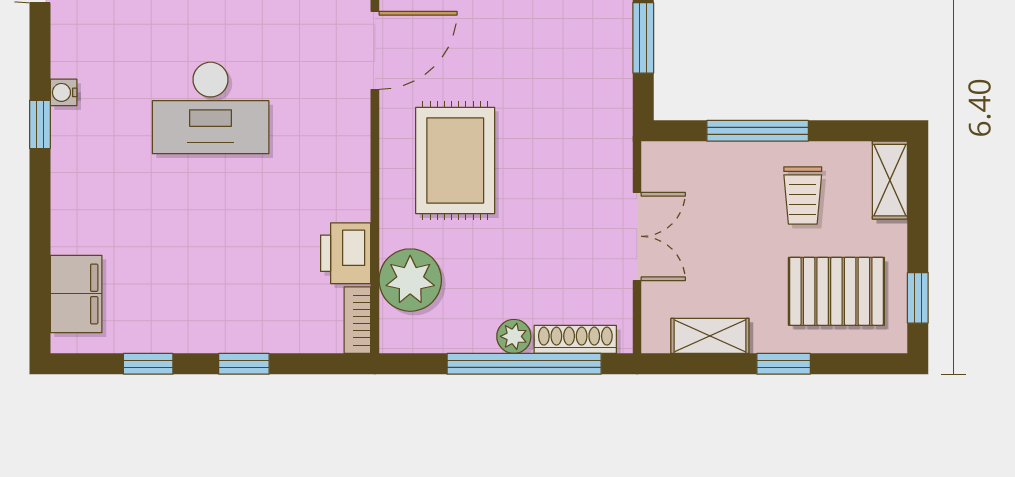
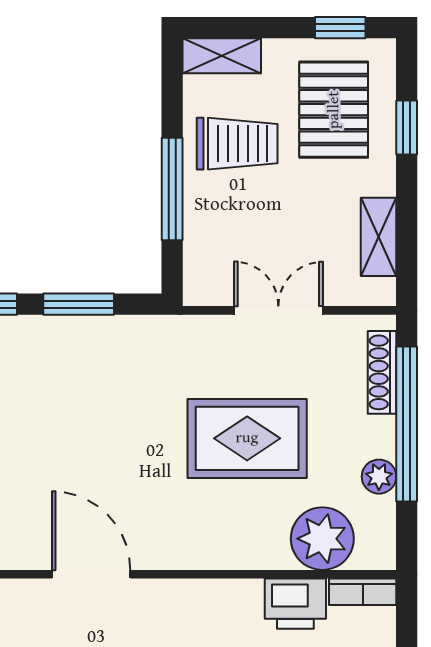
rug: (455, 161) -> (247, 438), moved
trolley: (803, 195) -> (237, 144), width x1.36, depth x1.39
plant: (514, 336) -> (379, 477), moved
window: (784, 364) -> (407, 128), moved

